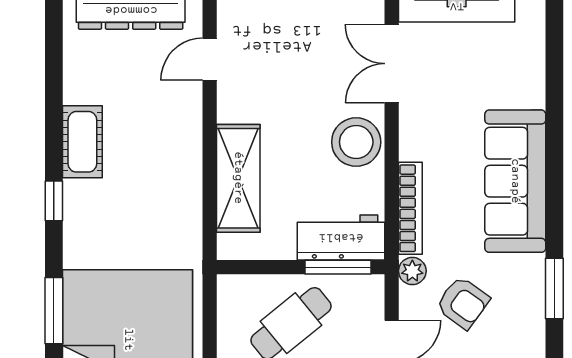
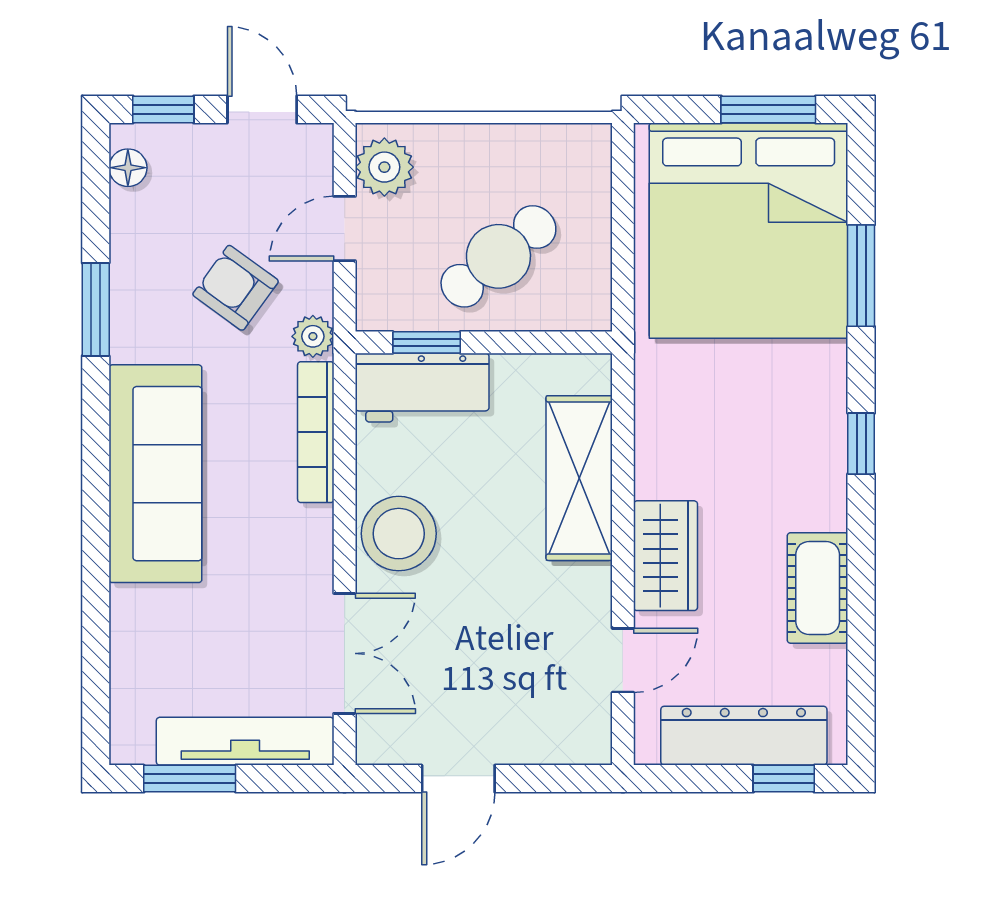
wardrobe: (182, 128) -> (666, 556), added
cot: (82, 142) -> (818, 588), moved
window: (338, 267) -> (427, 342), width x0.67

